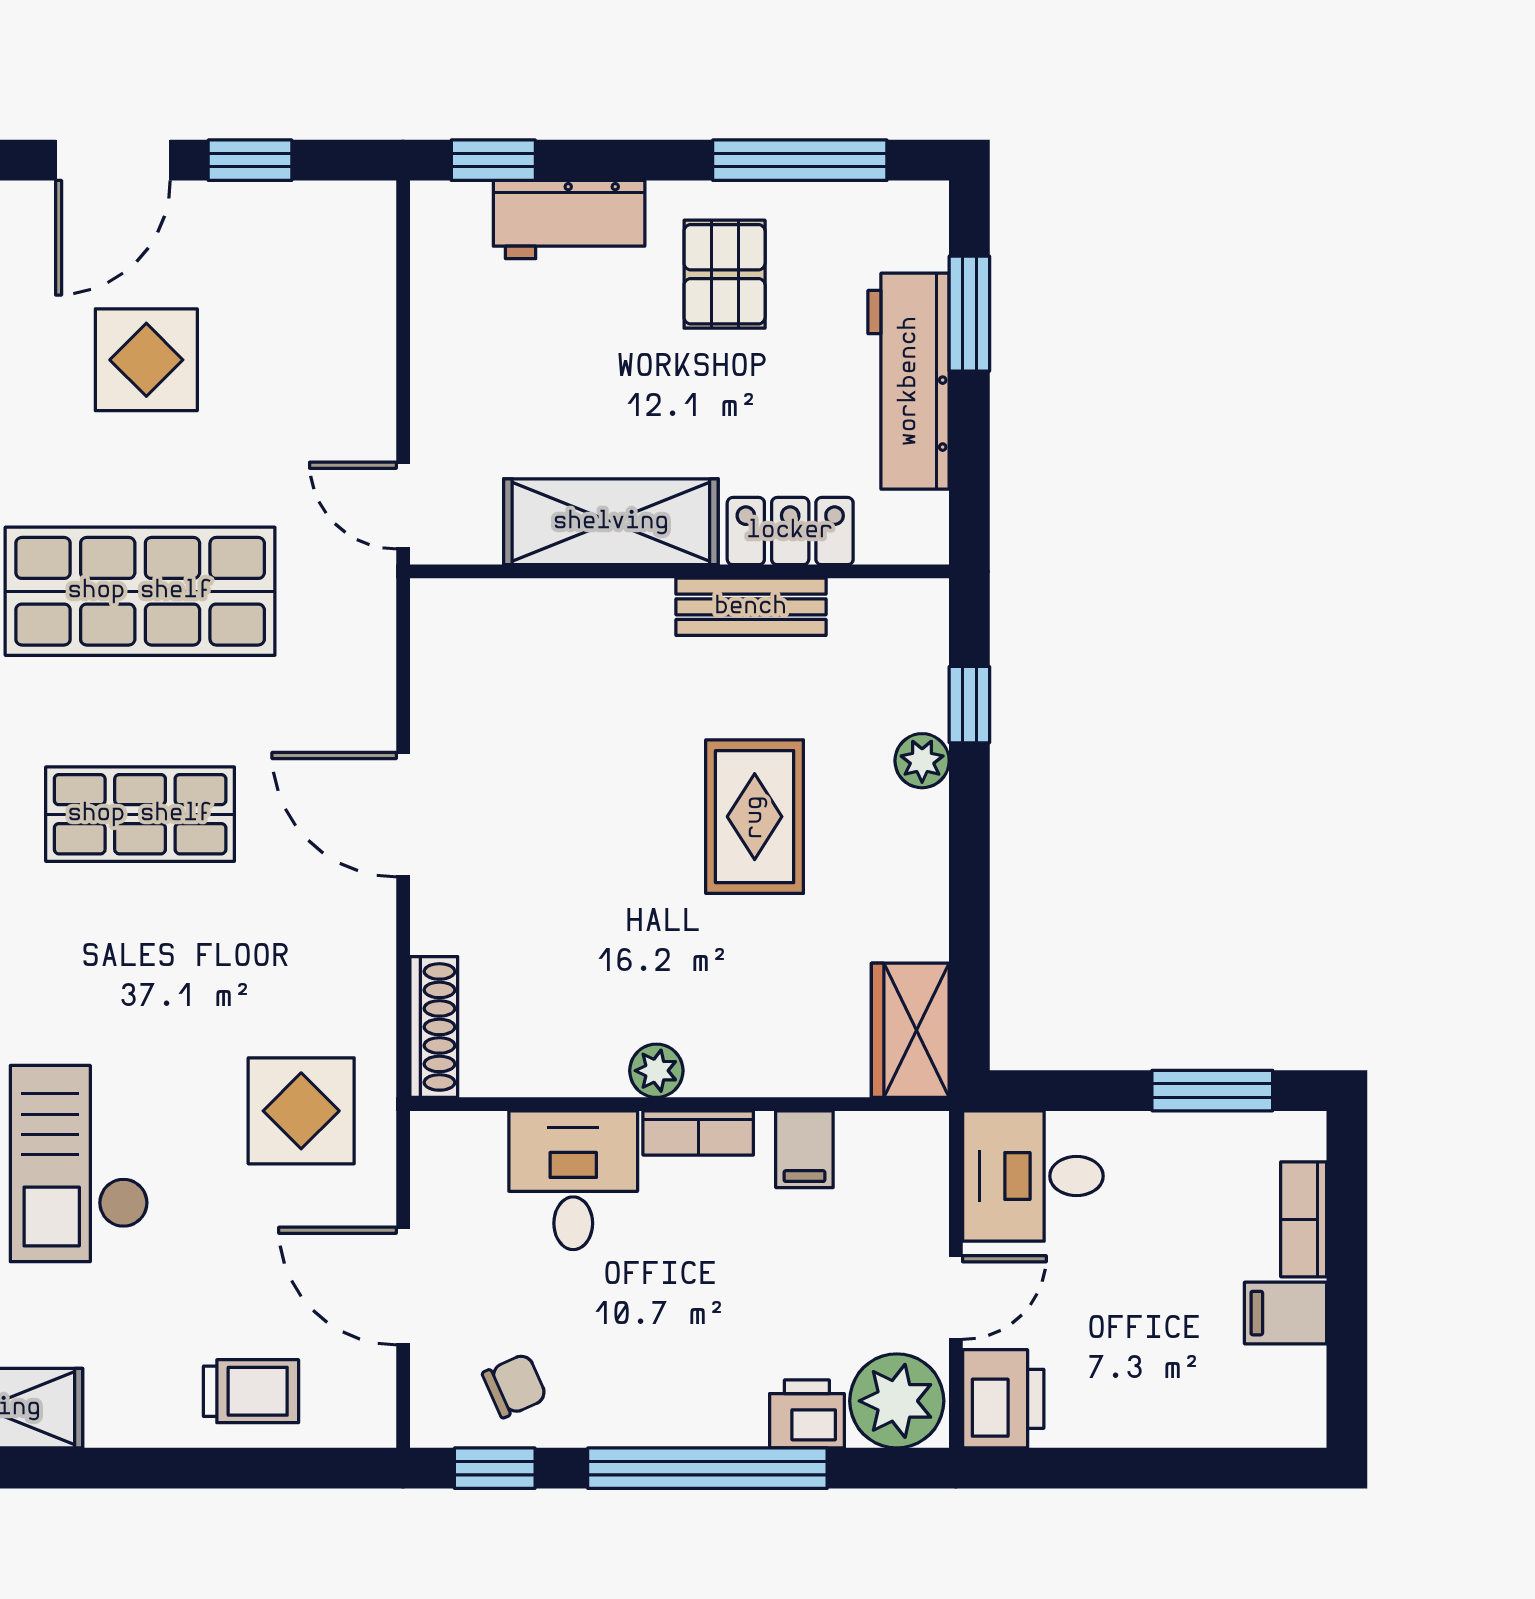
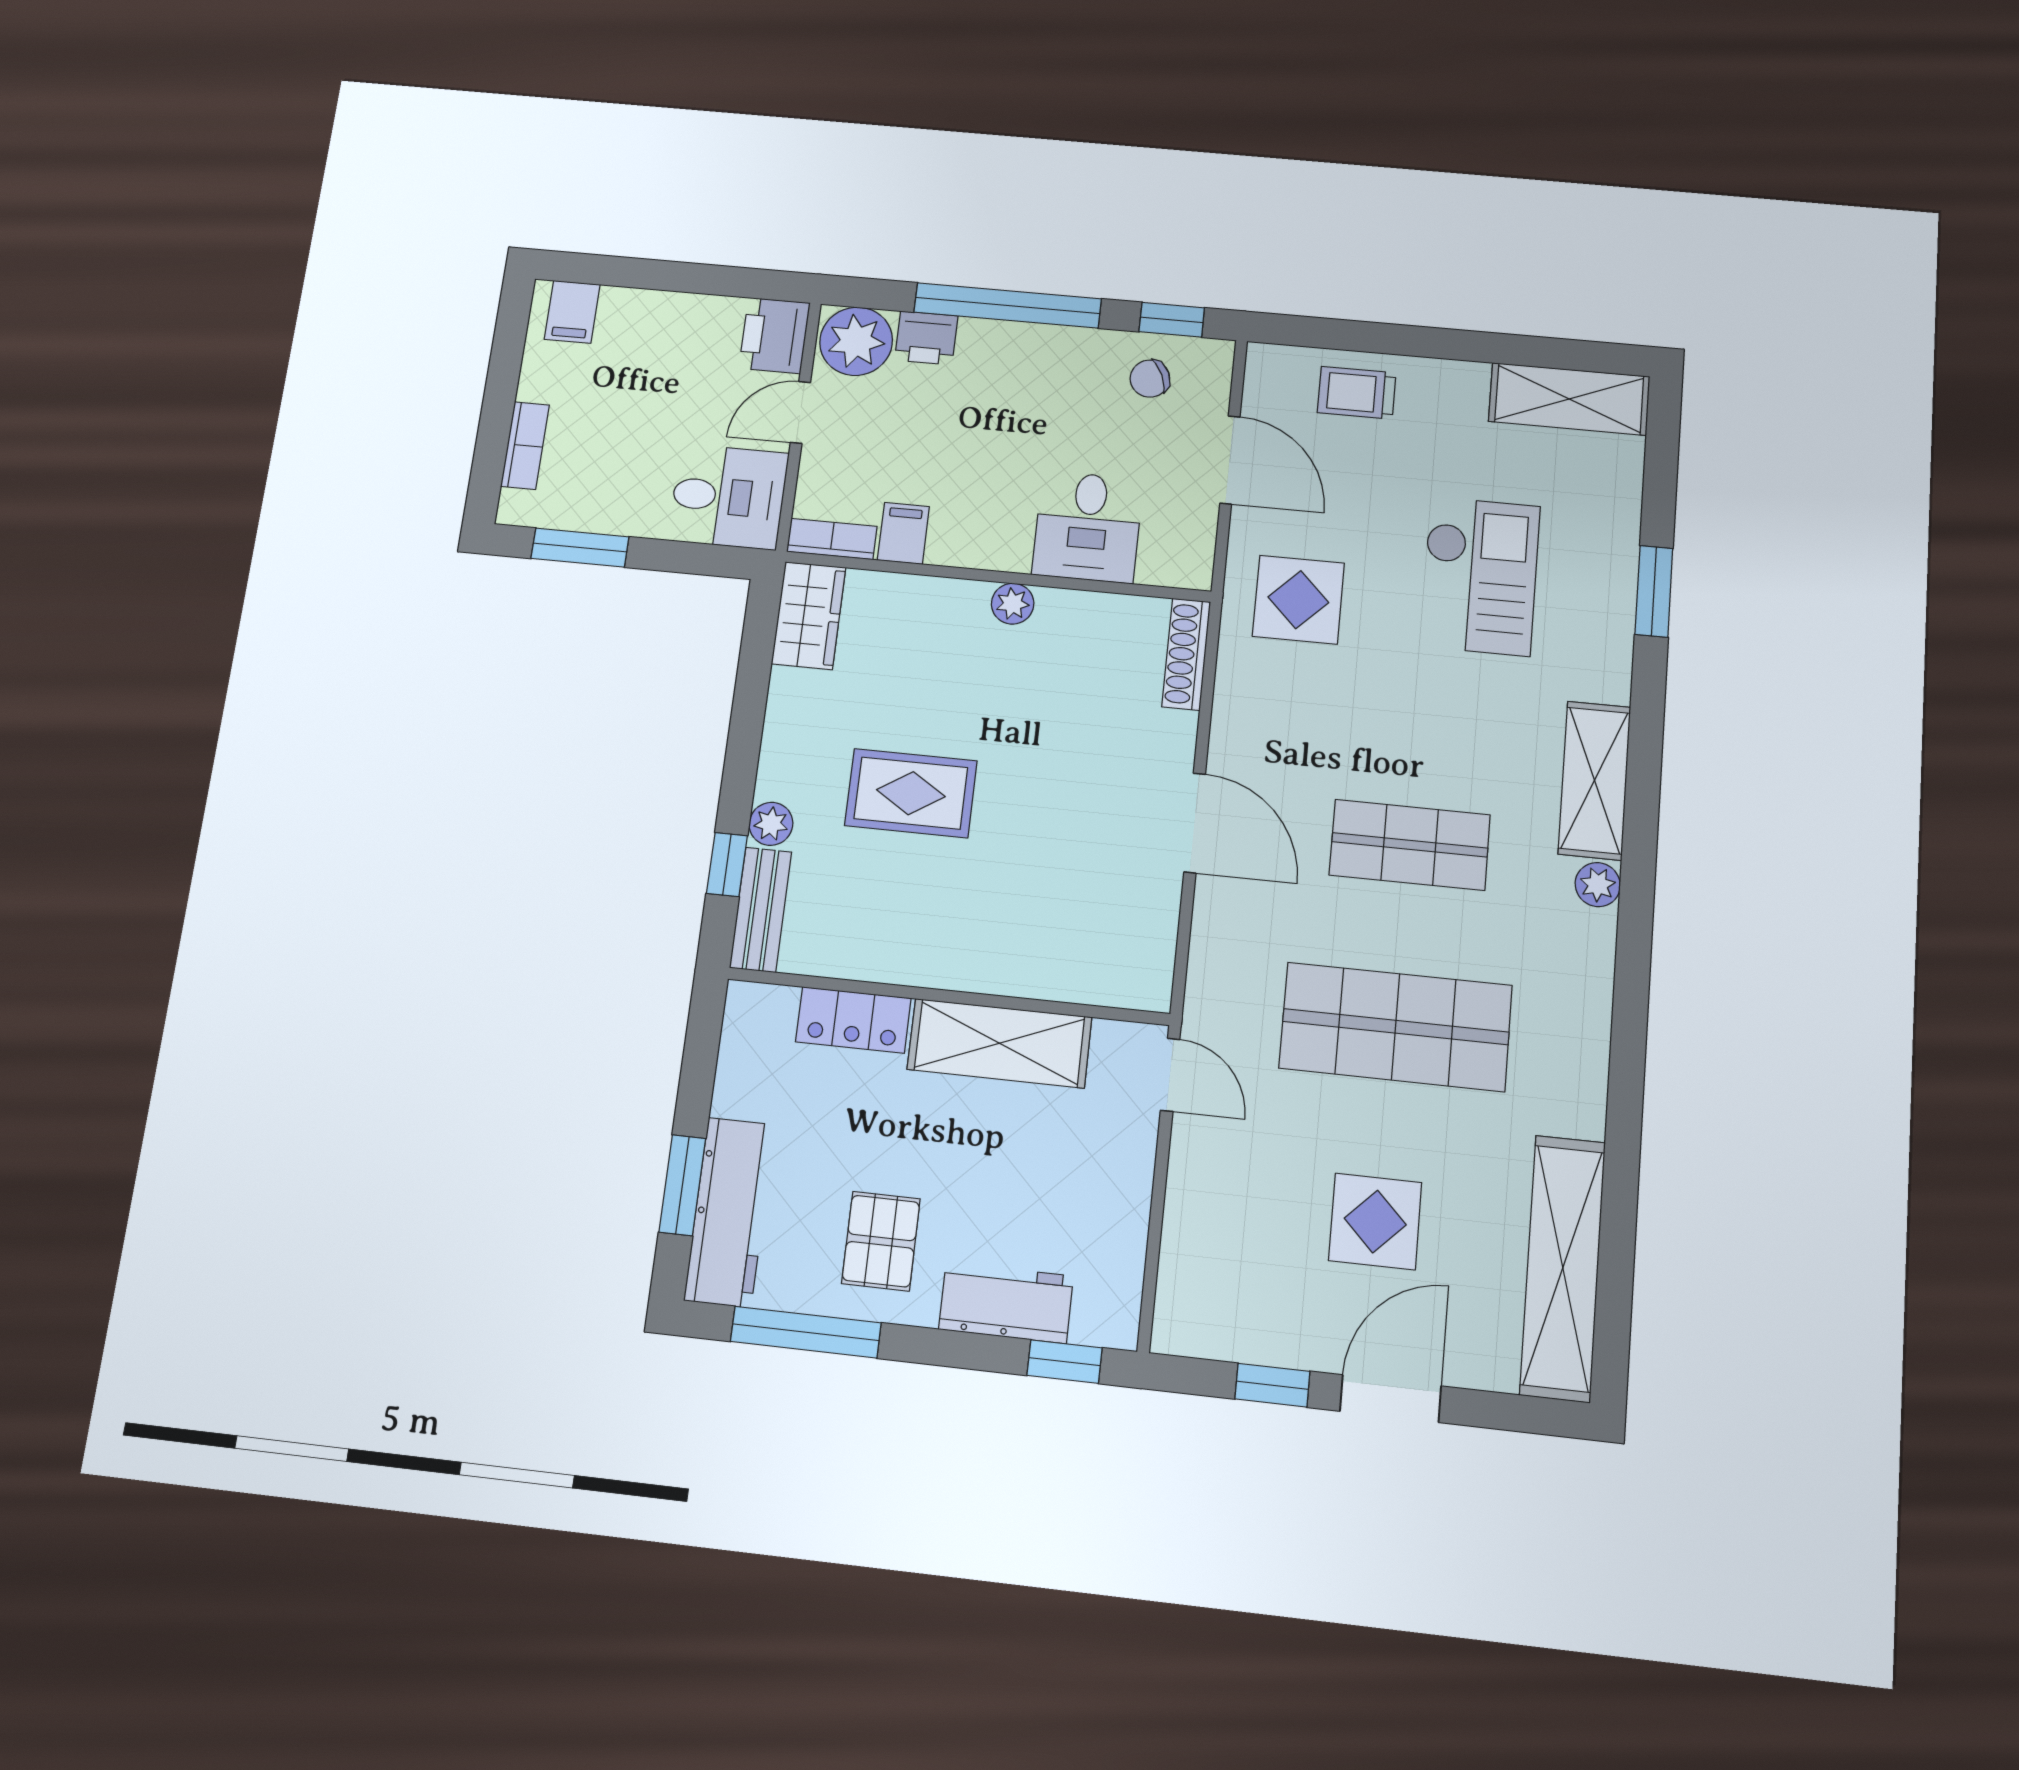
workbench: (909, 381) -> (730, 1212), moved
bench: (751, 607) -> (761, 910), moved, turned 90
rug: (755, 817) -> (911, 793), turned 90
bookcase: (698, 1133) -> (832, 539), moved
filing cabinet: (1286, 1313) -> (572, 312), moved, turned 90

